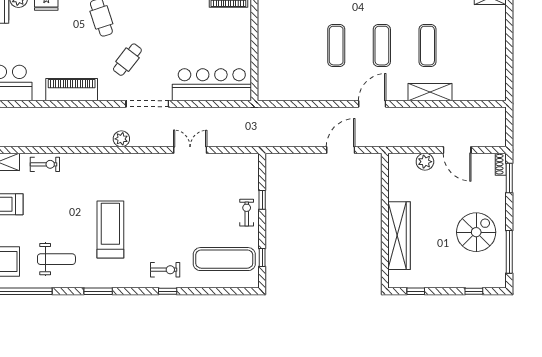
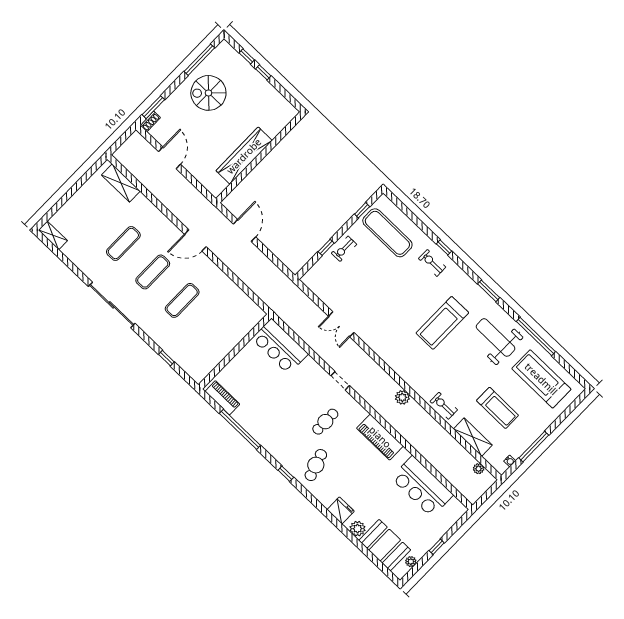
cafe table: (127, 60) -> (325, 422), turned -38
bar counter: (212, 85) -> (280, 346), width x0.73
shelving: (430, 92) -> (121, 183), moved
doorway: (147, 104) -> (340, 381), width x0.53
plant: (121, 139) -> (402, 397), moved
door: (341, 150) -> (244, 230), swing flipped
plant: (425, 162) -> (197, 170), removed
wardrobe: (399, 236) -> (244, 156), moved
weight bench: (56, 259) -> (496, 337), width x1.36, depth x1.33
window: (416, 291) -> (263, 72), moved

